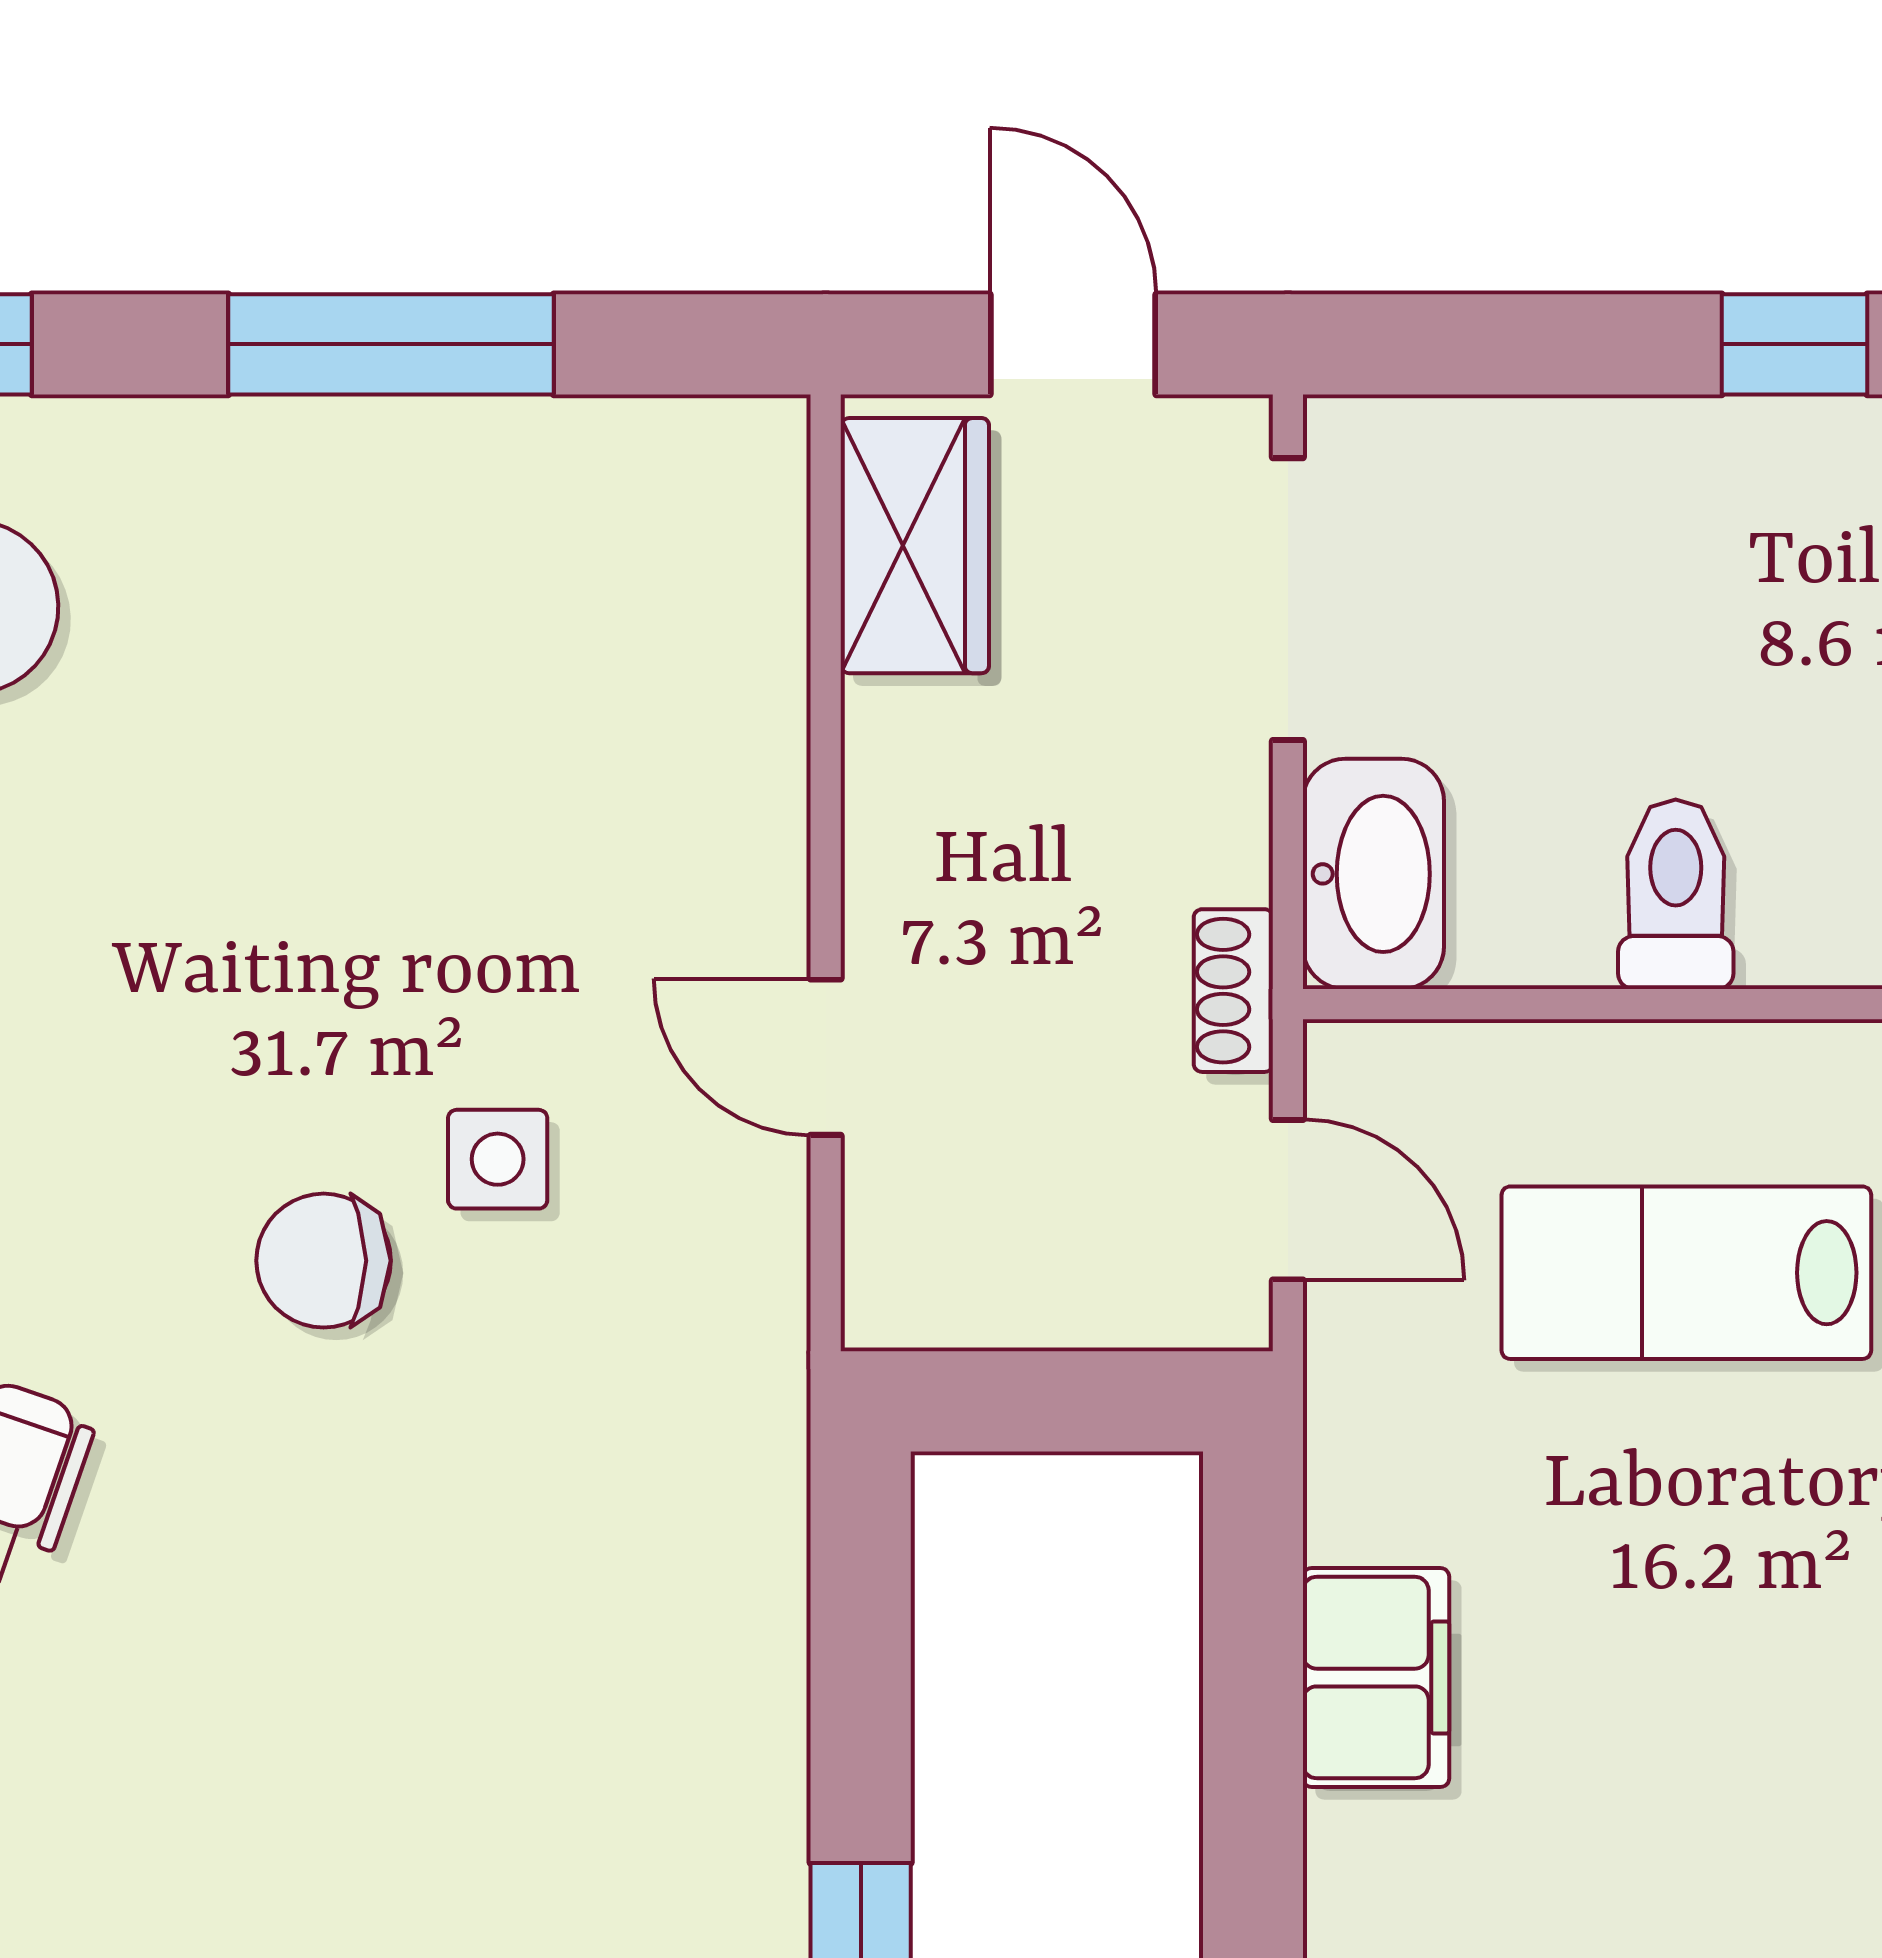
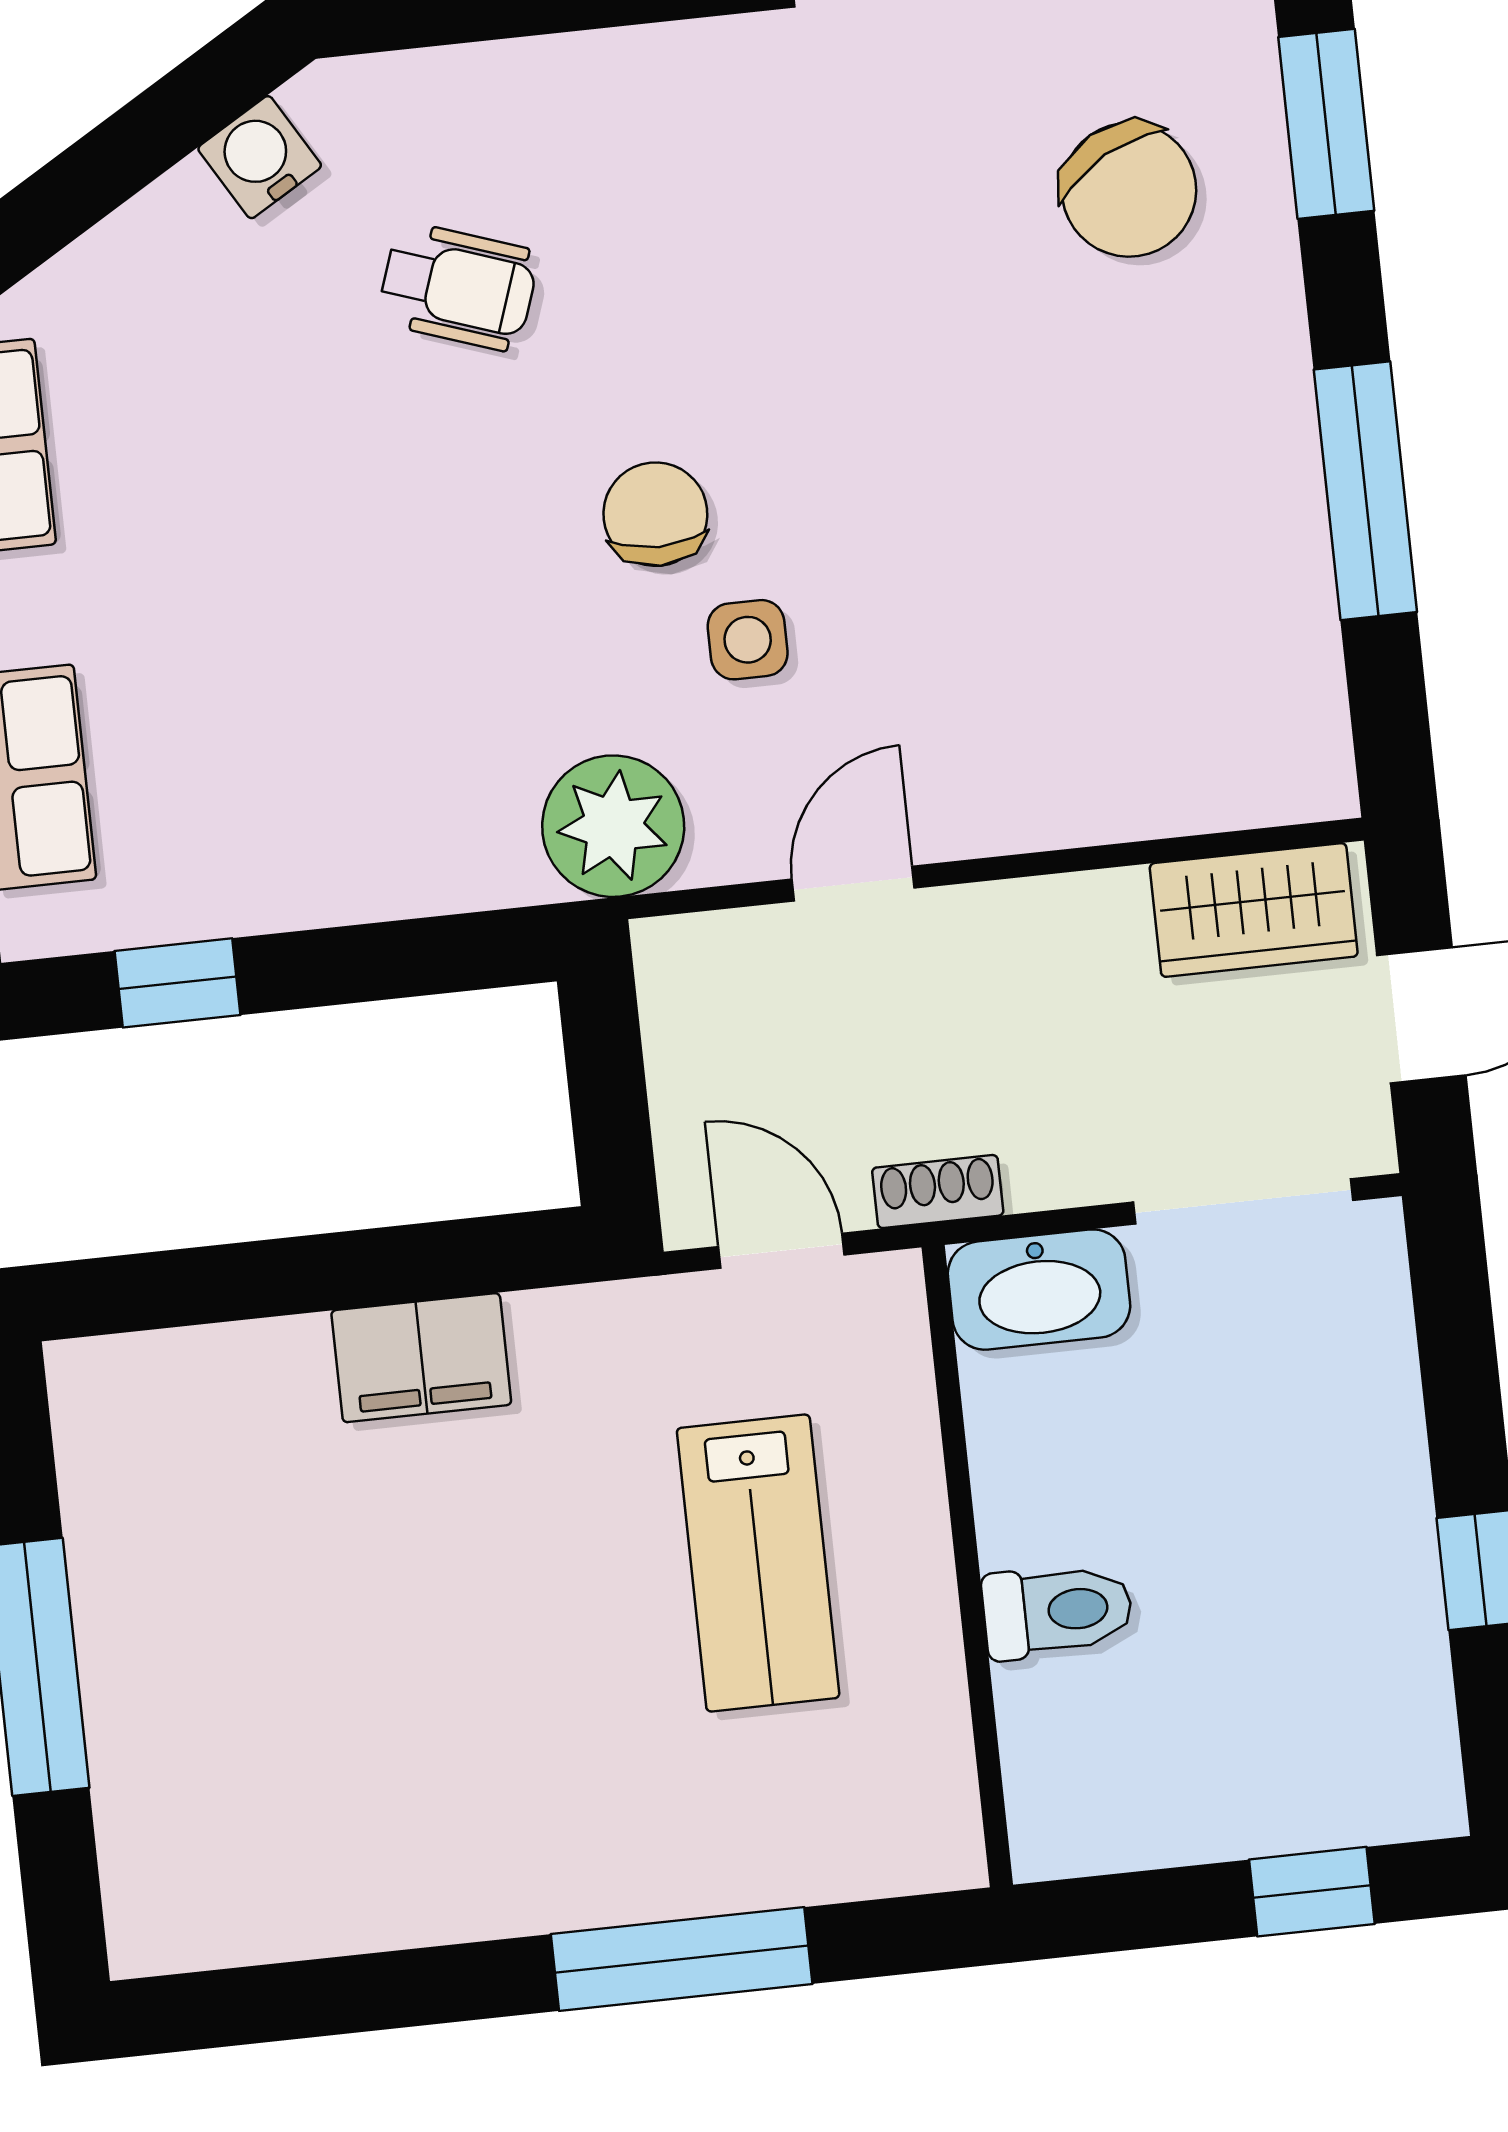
toilet: (1676, 894) -> (1058, 1611), moved
door: (1288, 1200) -> (781, 1251), swing flipped
lab bench: (1686, 1273) -> (758, 1563), turned 180
plant: (719, 1358) -> (613, 826), added

